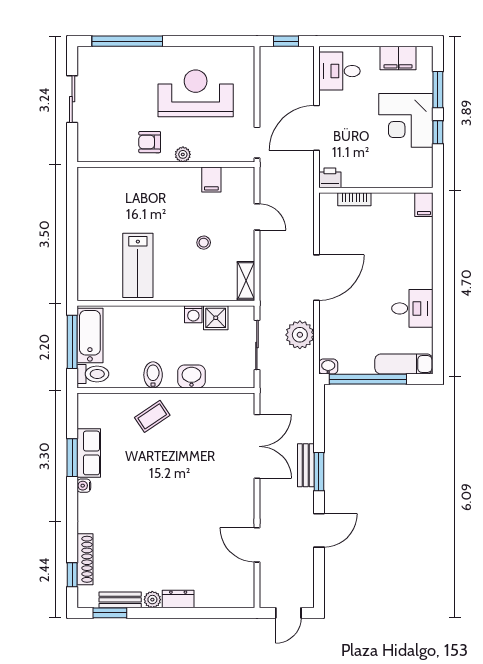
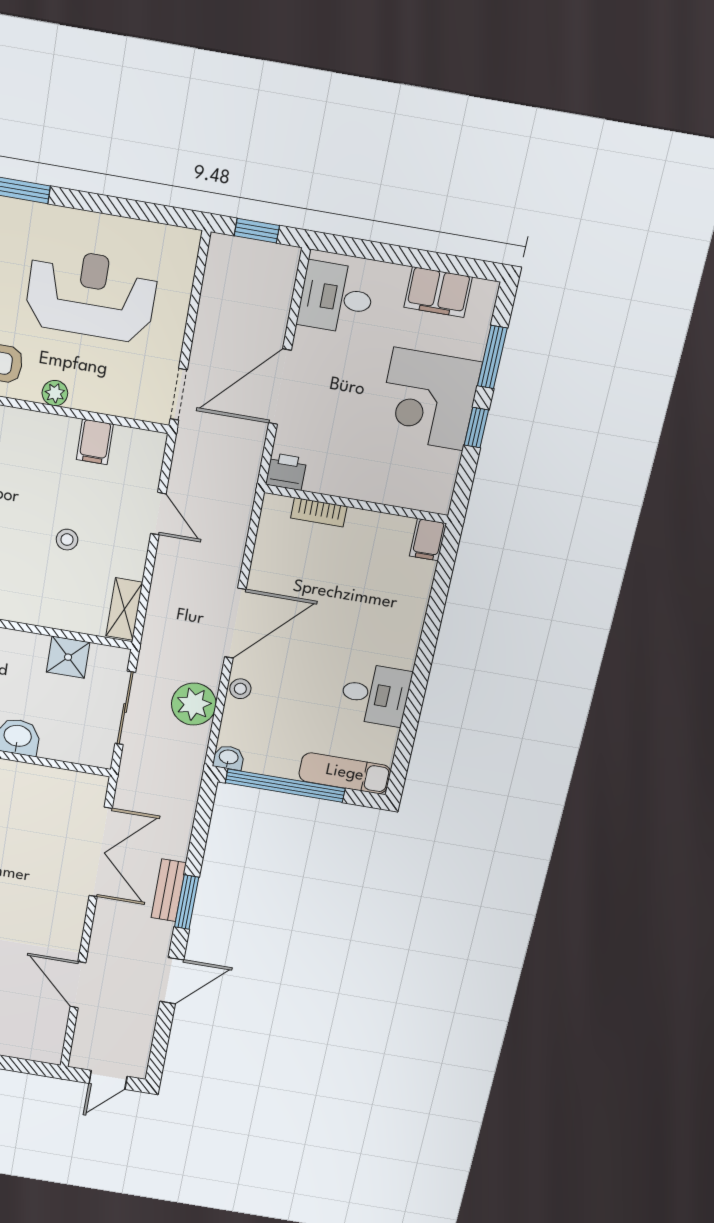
washing machine: (193, 314) -> (34, 646), removed
stool: (327, 319) -> (240, 689), added

